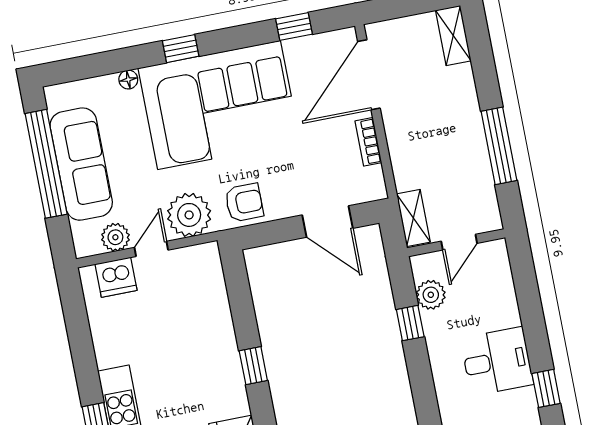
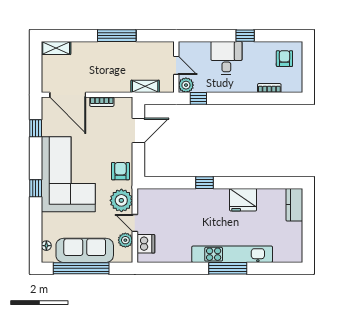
floor lamp: (128, 80) -> (46, 246), moved
door: (459, 242) -> (176, 65), moved
wall: (456, 243) -> (176, 67), moved

